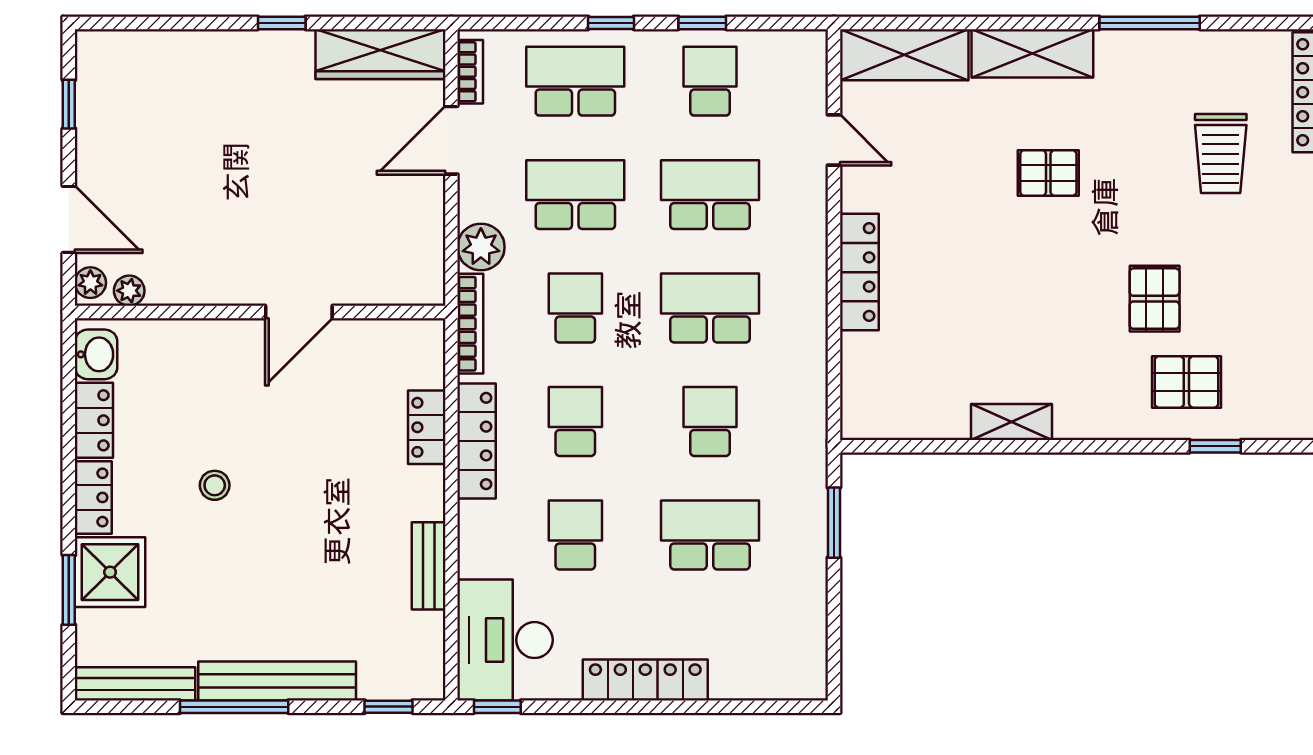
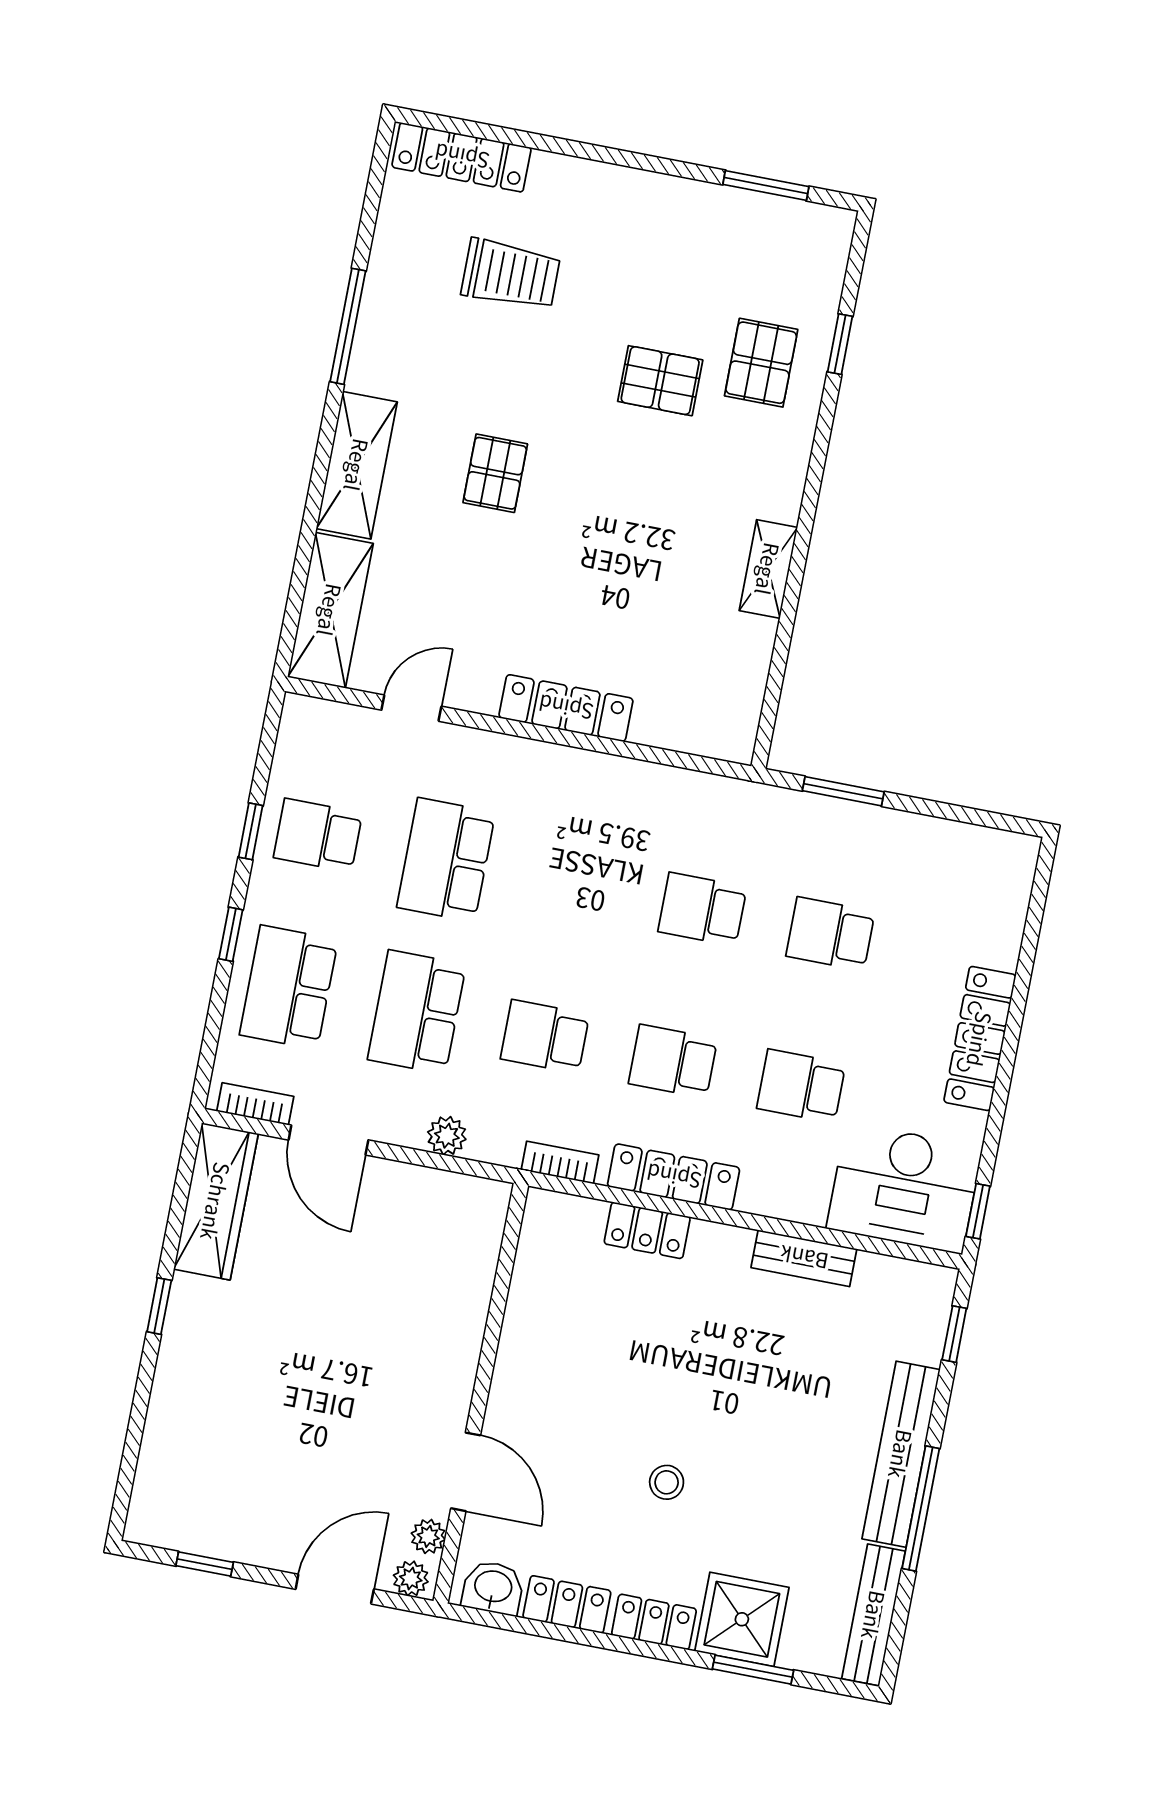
plant: (481, 247) -> (447, 1136), width x0.73, depth x0.73
school desk: (710, 308) -> (574, 885), removed
door: (299, 312) -> (466, 1472), moved
bookcase: (470, 324) -> (560, 1162), width x0.64
school desk: (710, 535) -> (830, 934), width x0.54

